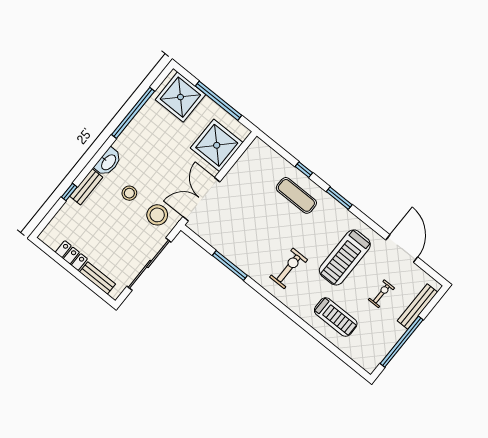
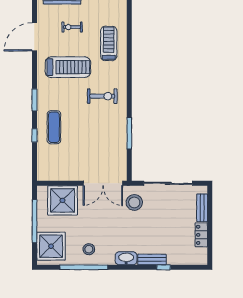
stool: (129, 193) -> (89, 249), moved
exercise bike: (289, 268) -> (102, 96), turned 180

